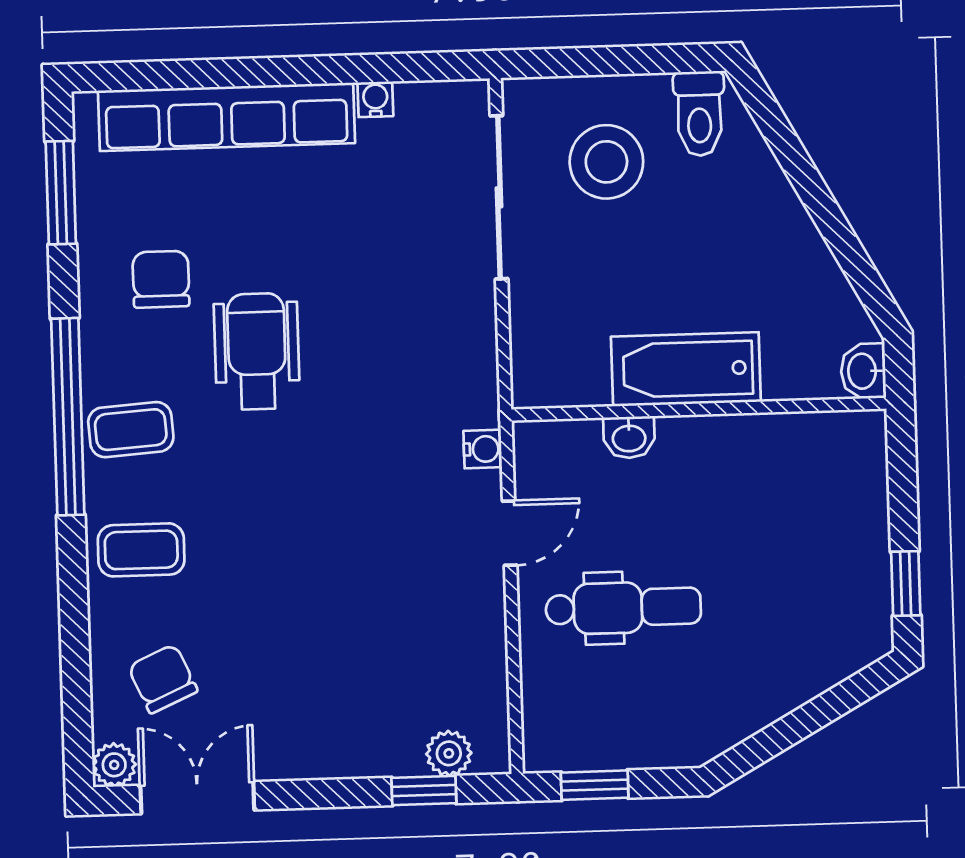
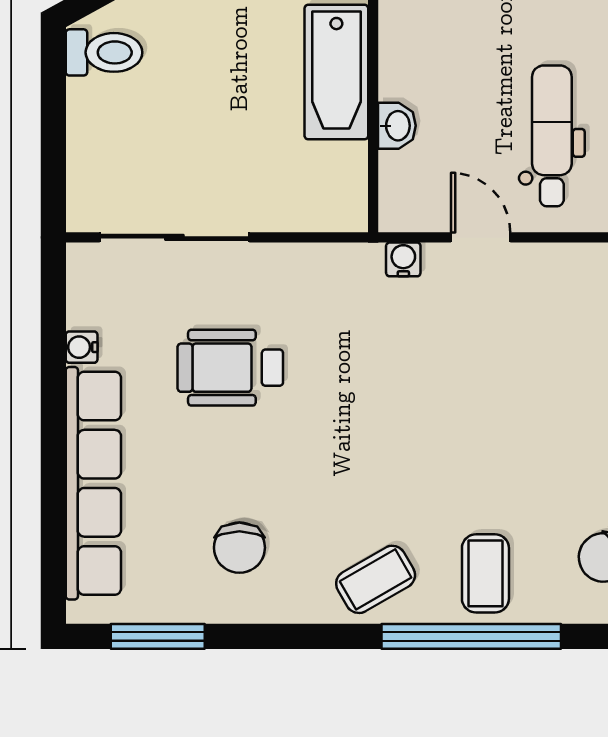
stool: (606, 162) -> (145, 138), removed
chair: (161, 279) -> (239, 548), turned -90
wheelchair: (257, 351) -> (230, 368), moved
window: (68, 417) -> (471, 636), moved
coffee table: (131, 430) -> (376, 579), turned 64

